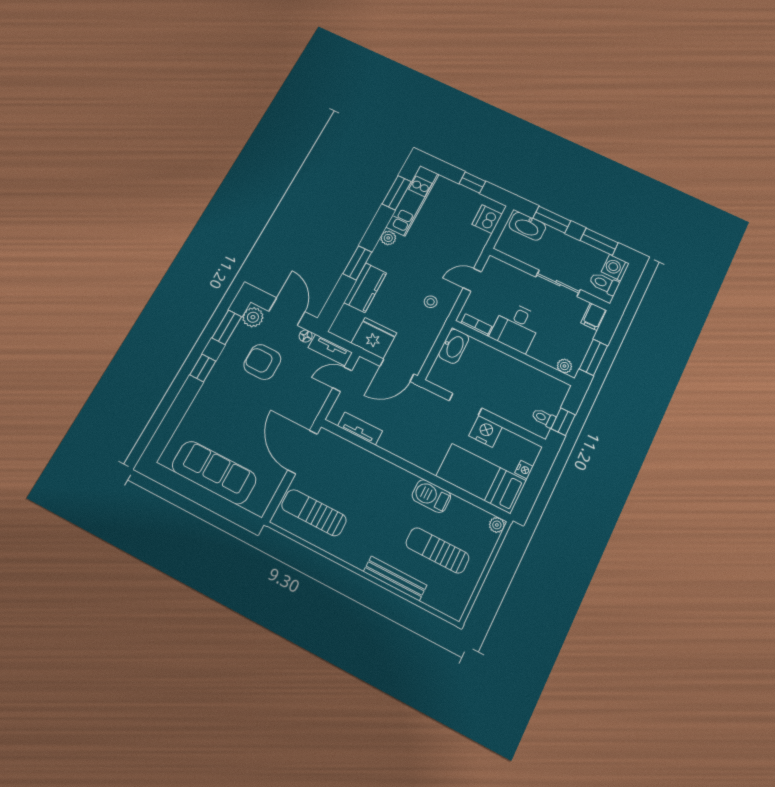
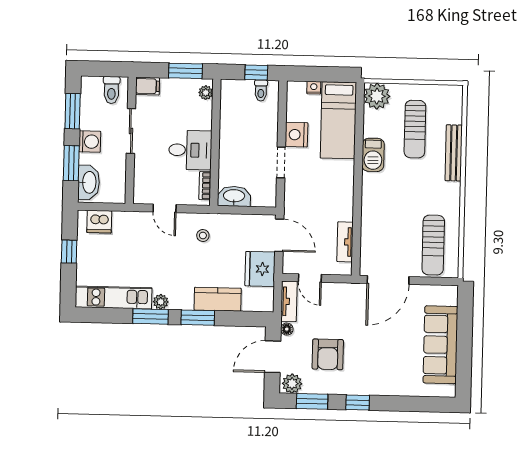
window: (397, 193) -> (150, 317), moved
washing machine: (615, 268) -> (90, 142), moved, turned -90
plant: (497, 525) -> (377, 96), width x1.88, depth x1.88

